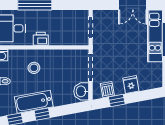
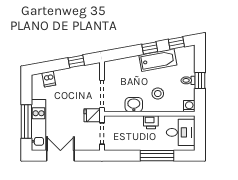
fridge: (131, 85) -> (92, 115), moved, turned 100
dishwasher: (107, 90) -> (49, 79), moved
washbasin: (81, 91) -> (134, 105), moved, turned -90

